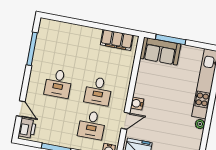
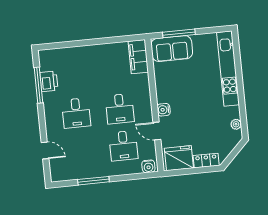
filing cabinet: (117, 40) -> (138, 57), moved, turned 90
door: (125, 121) -> (157, 131), swing flipped
plant: (200, 124) -> (236, 124), moved
printer: (27, 128) -> (49, 81), moved

